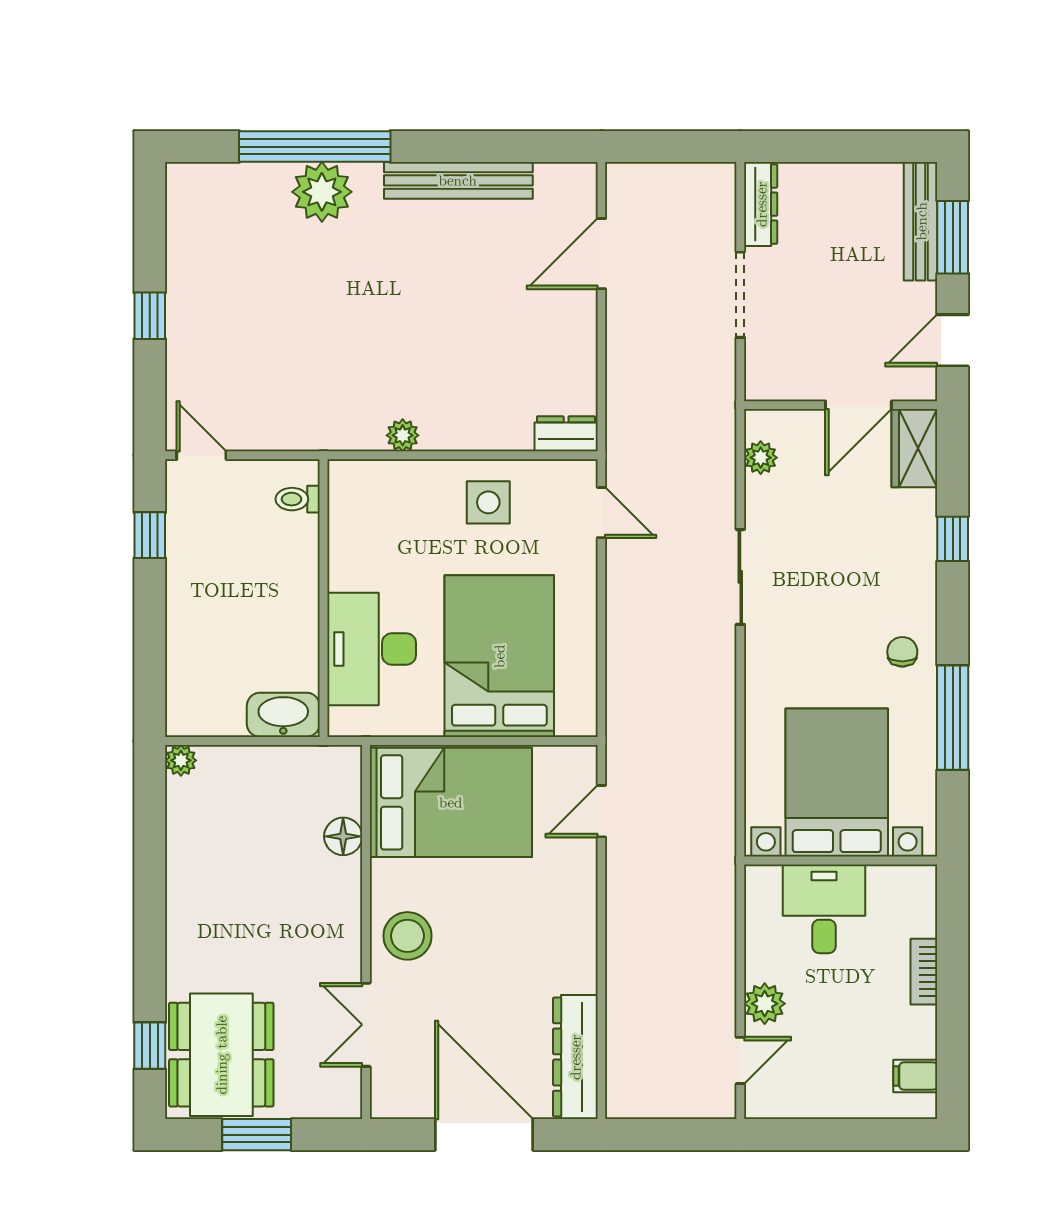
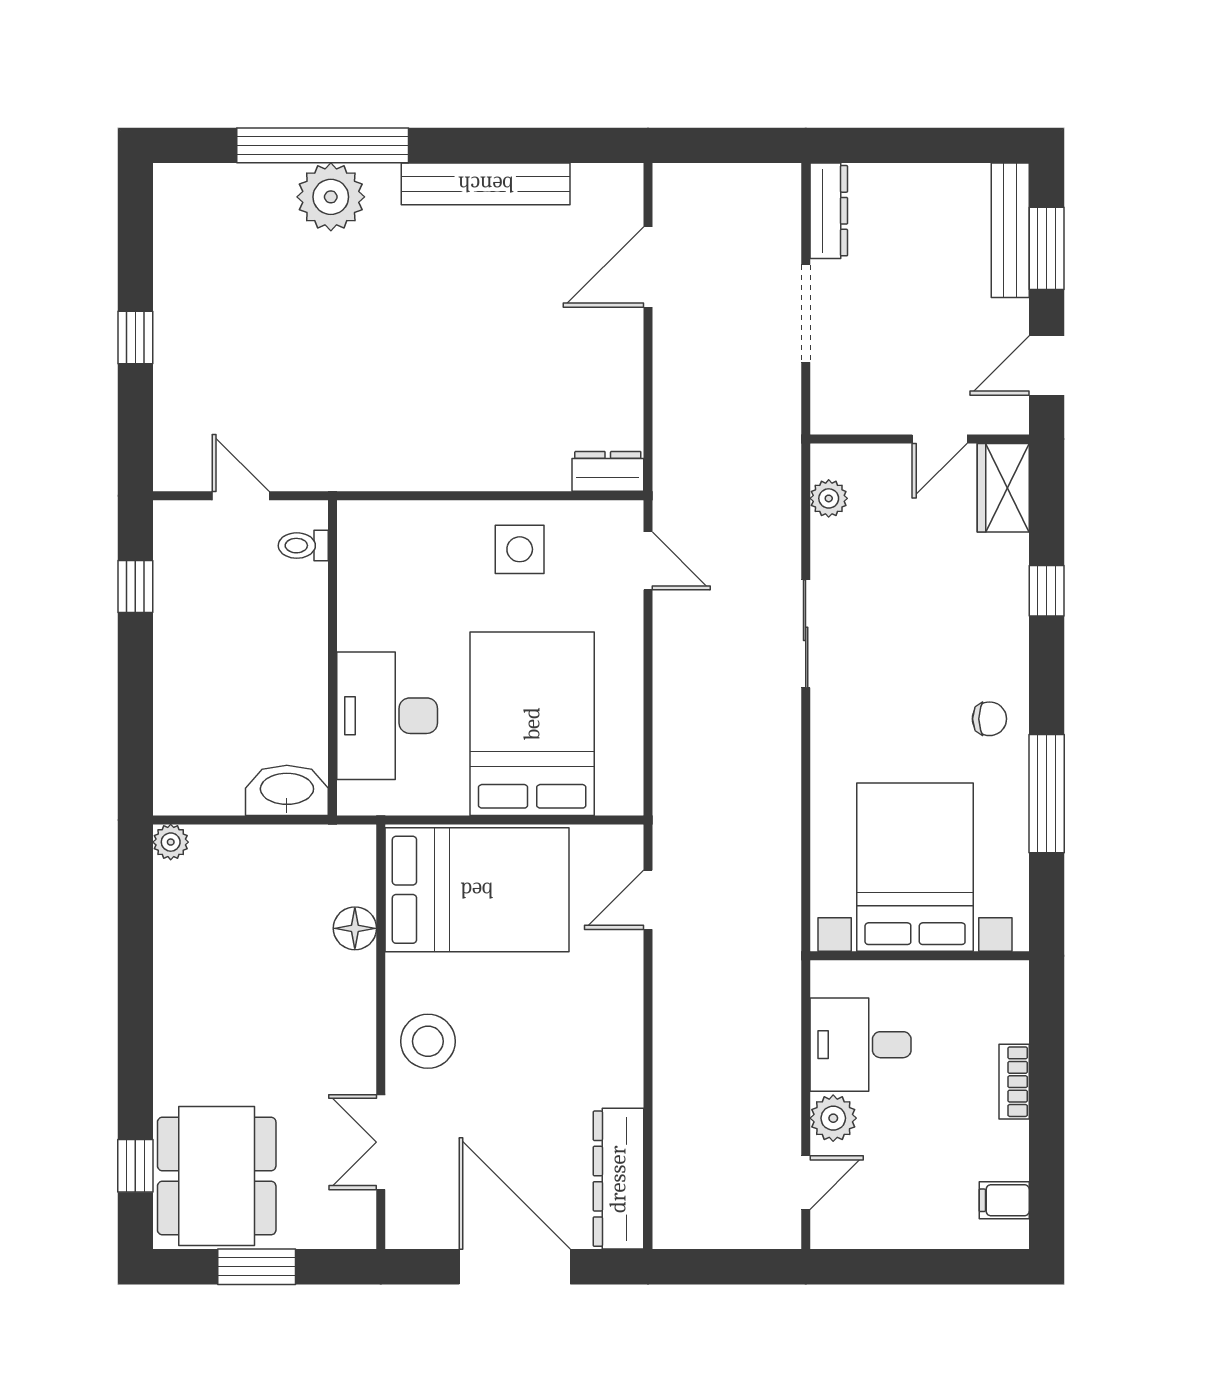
door: (858, 405) -> (940, 439), width x0.73
plant: (403, 435) -> (422, 473), removed
door: (201, 455) -> (241, 496), moved
chair: (902, 652) -> (989, 719), turned 90
desk: (824, 909) -> (860, 1045), moved, turned -90

